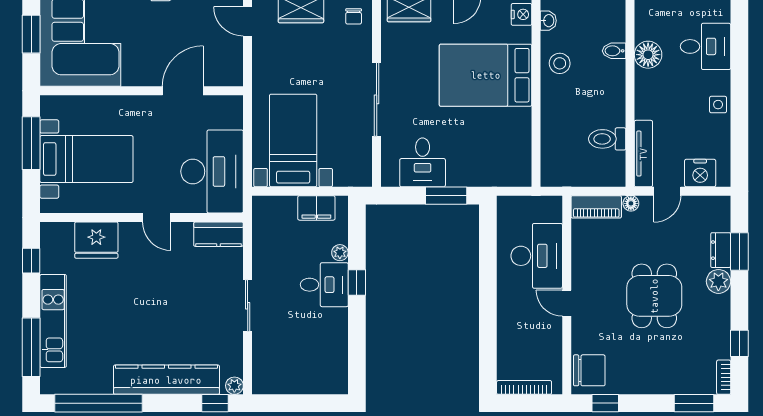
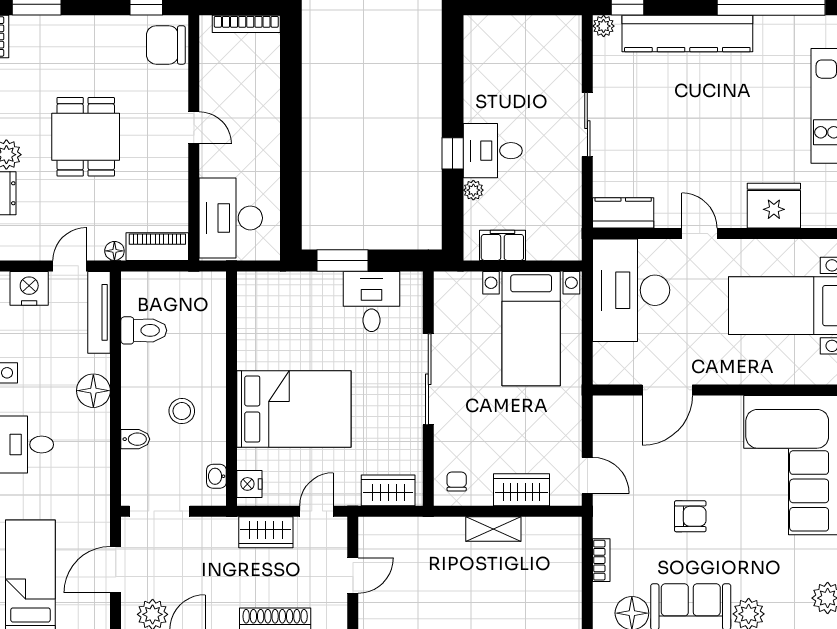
floor lamp: (648, 55) -> (93, 391), moved
stool: (560, 63) -> (182, 411), moved
desk: (537, 256) -> (231, 218), moved

